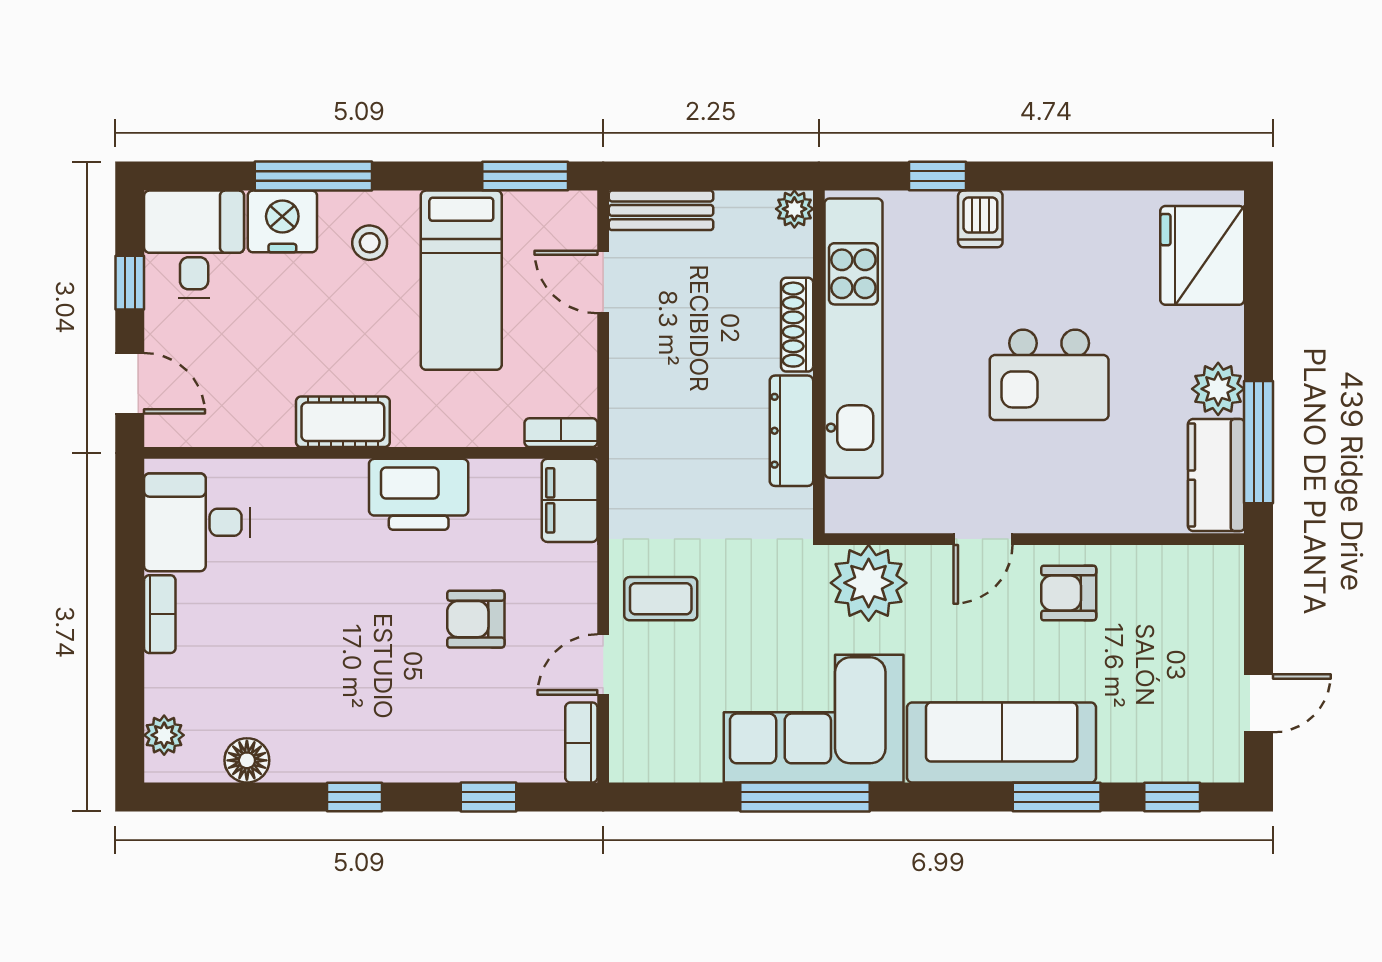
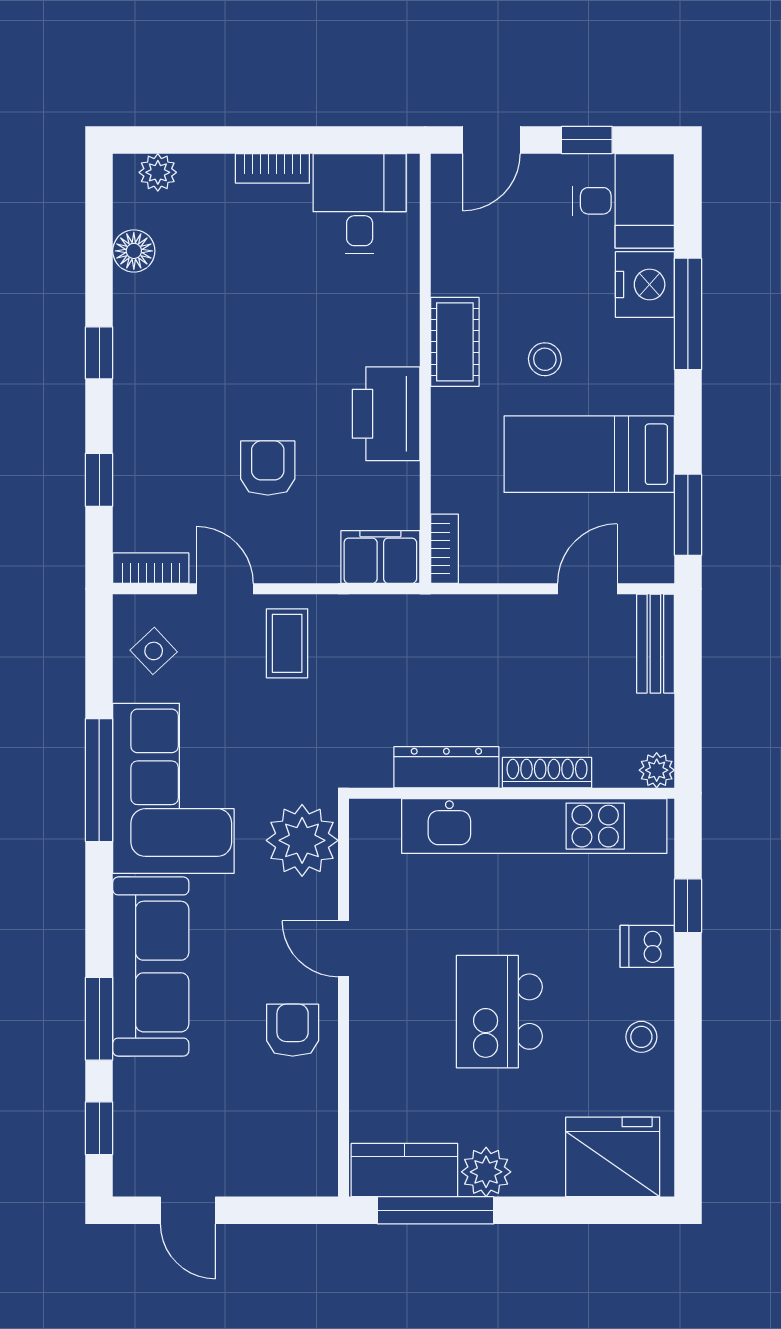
stool: (1076, 225) -> (641, 1037), added
stool: (370, 243) -> (545, 359), moved
side table: (669, 739) -> (154, 651), added

